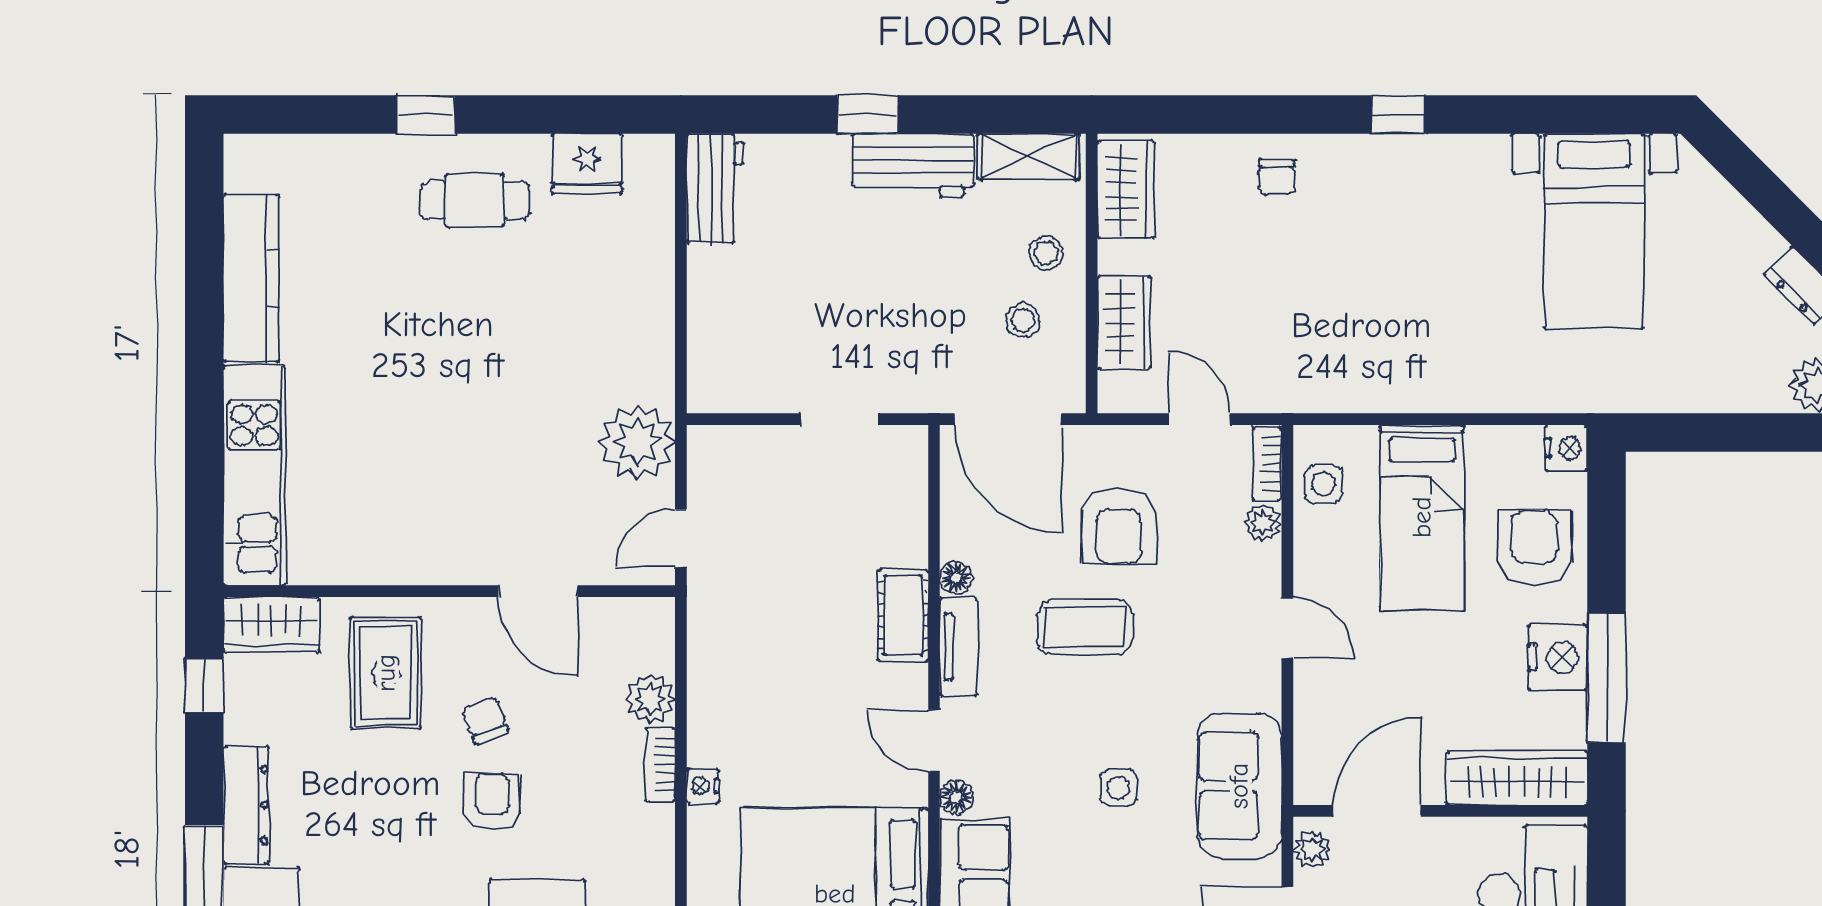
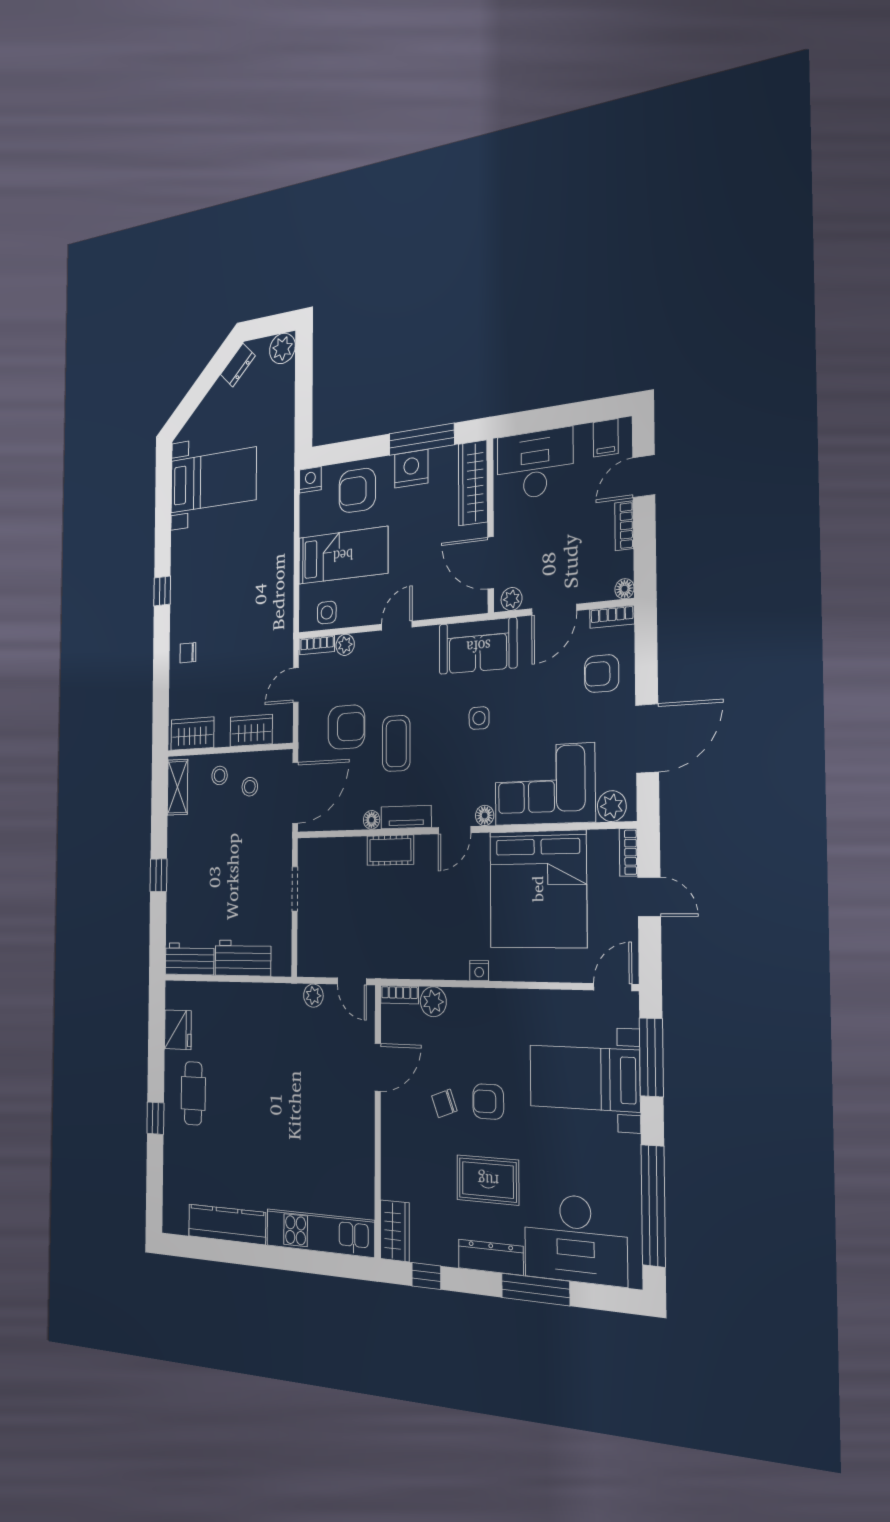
workbench: (913, 165) -> (243, 958), moved, turned -90
chair: (1277, 177) -> (188, 653), turned 180
plant: (637, 442) -> (313, 996), width x0.53, depth x0.53
rug: (386, 673) -> (488, 1180), moved
bookcase: (660, 765) -> (399, 995), moved

